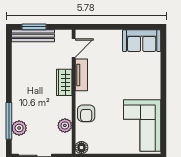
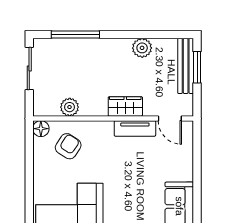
armchair: (86, 113) -> (68, 146), moved, turned 123
plant: (19, 128) -> (142, 48), moved

